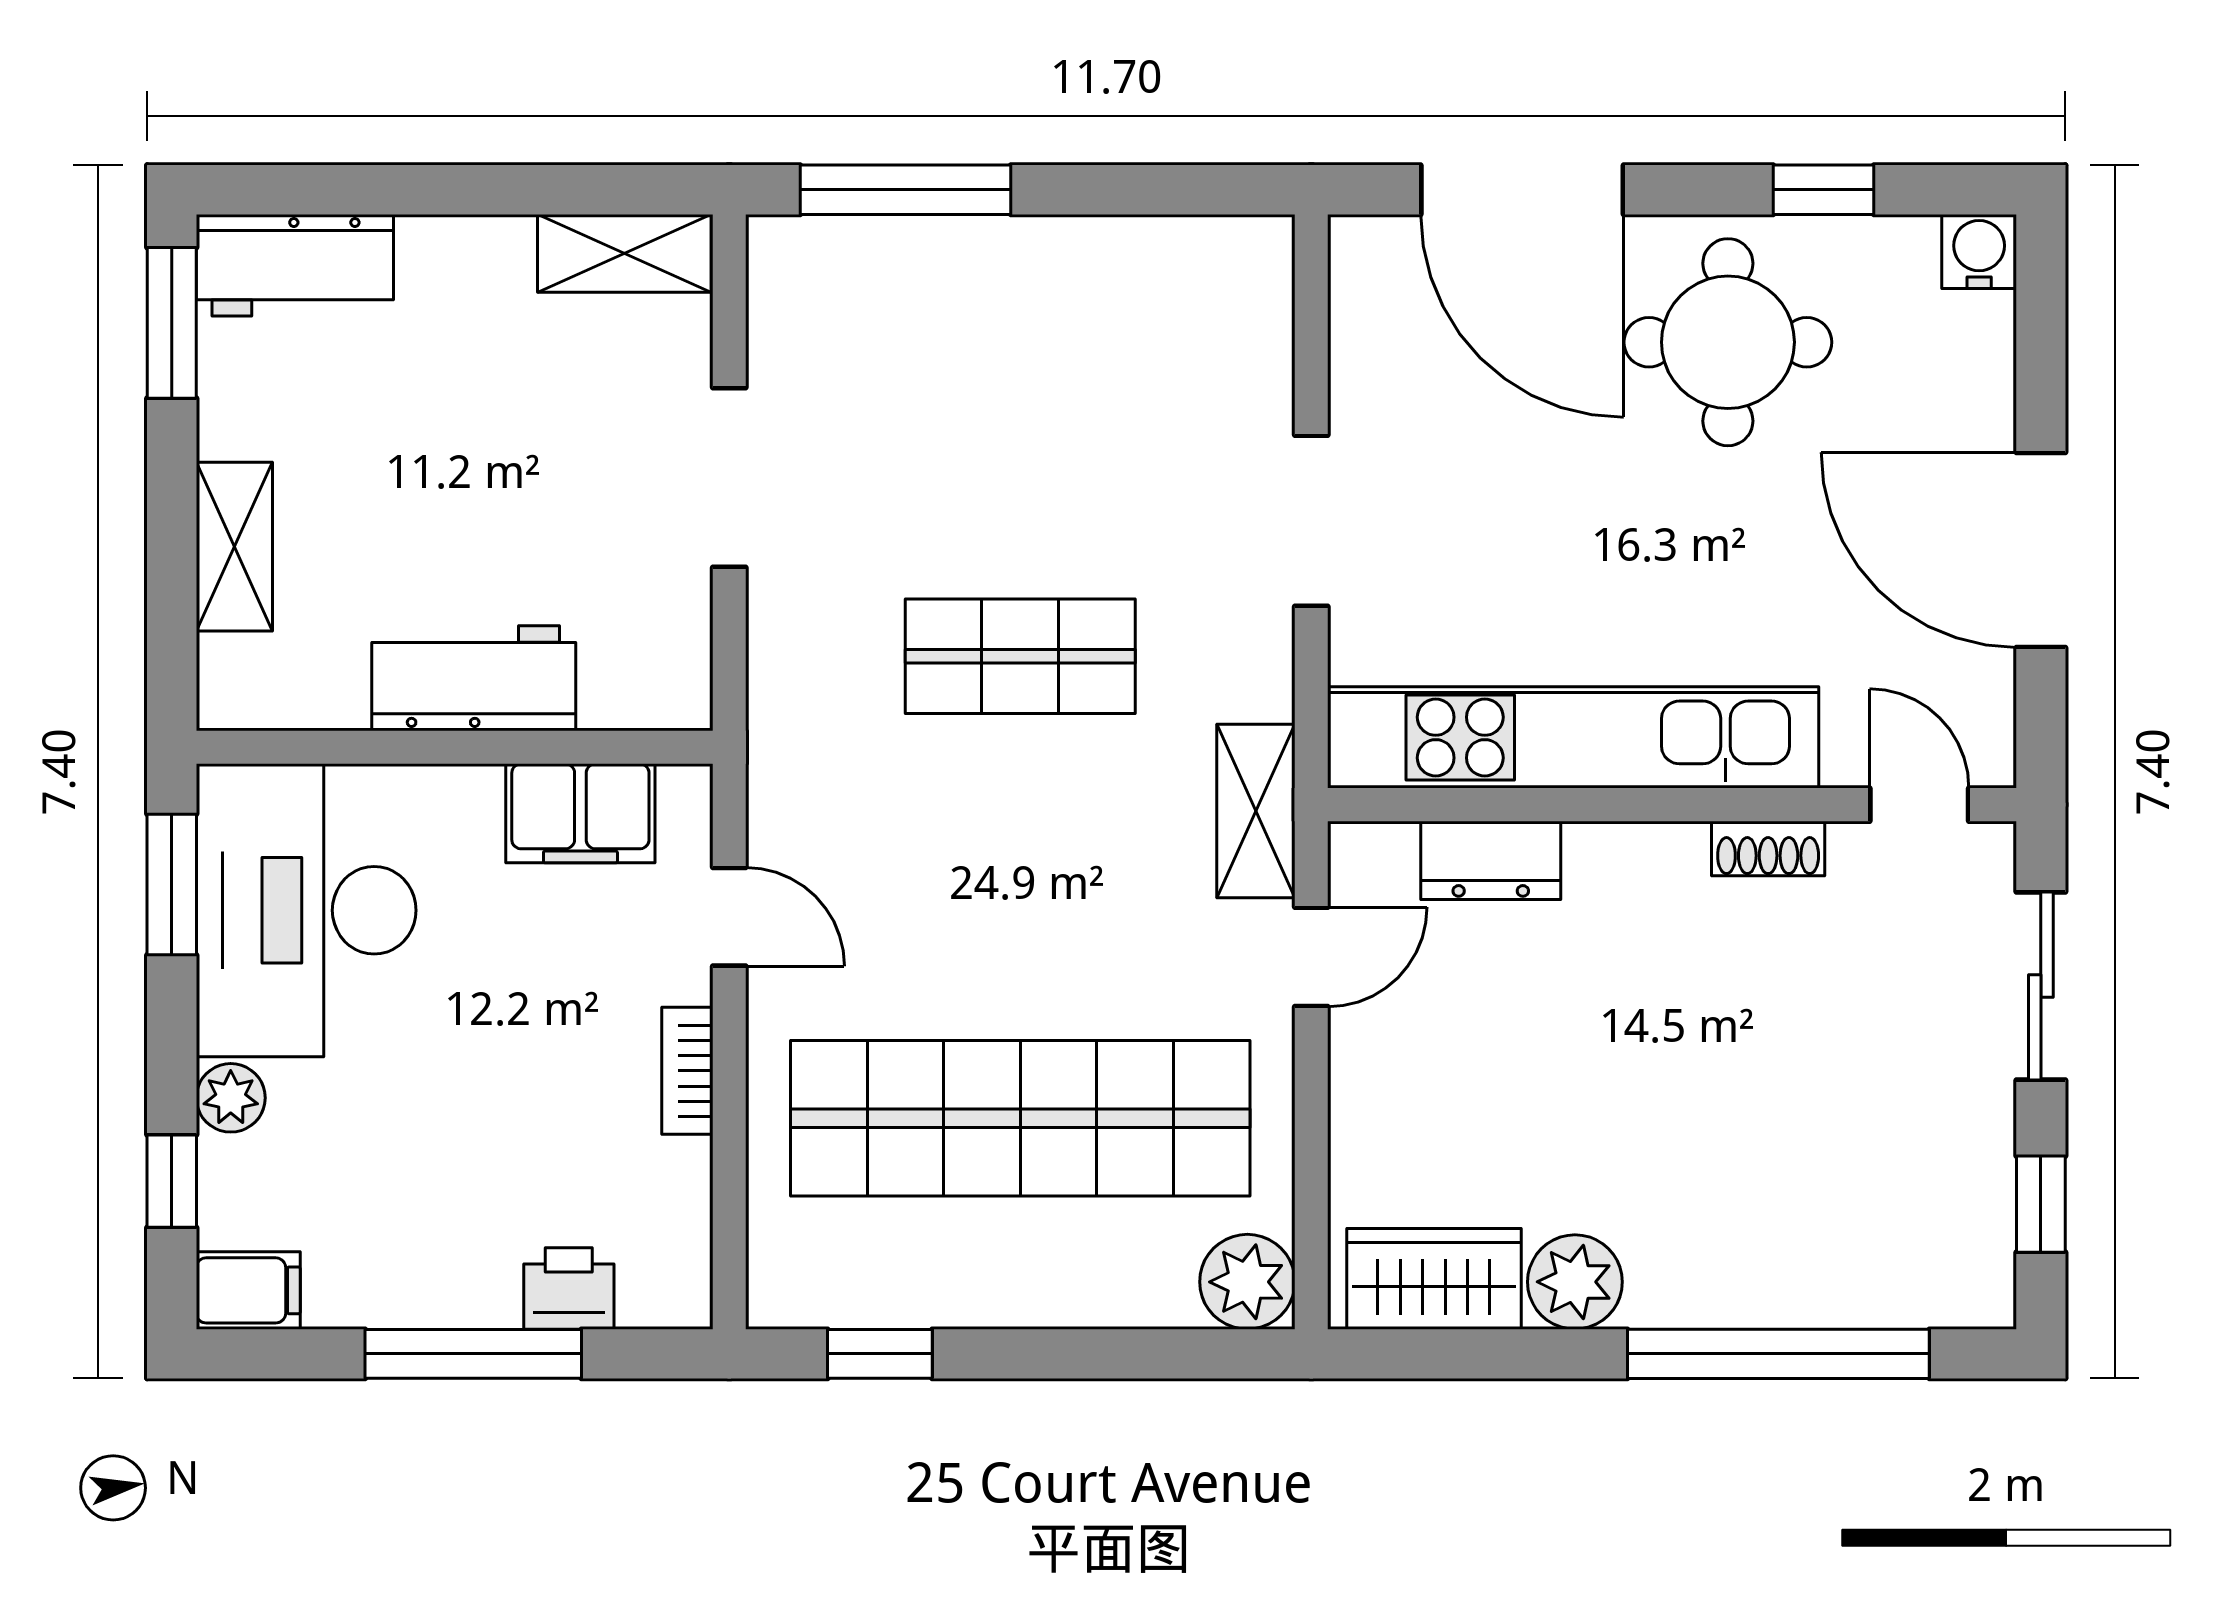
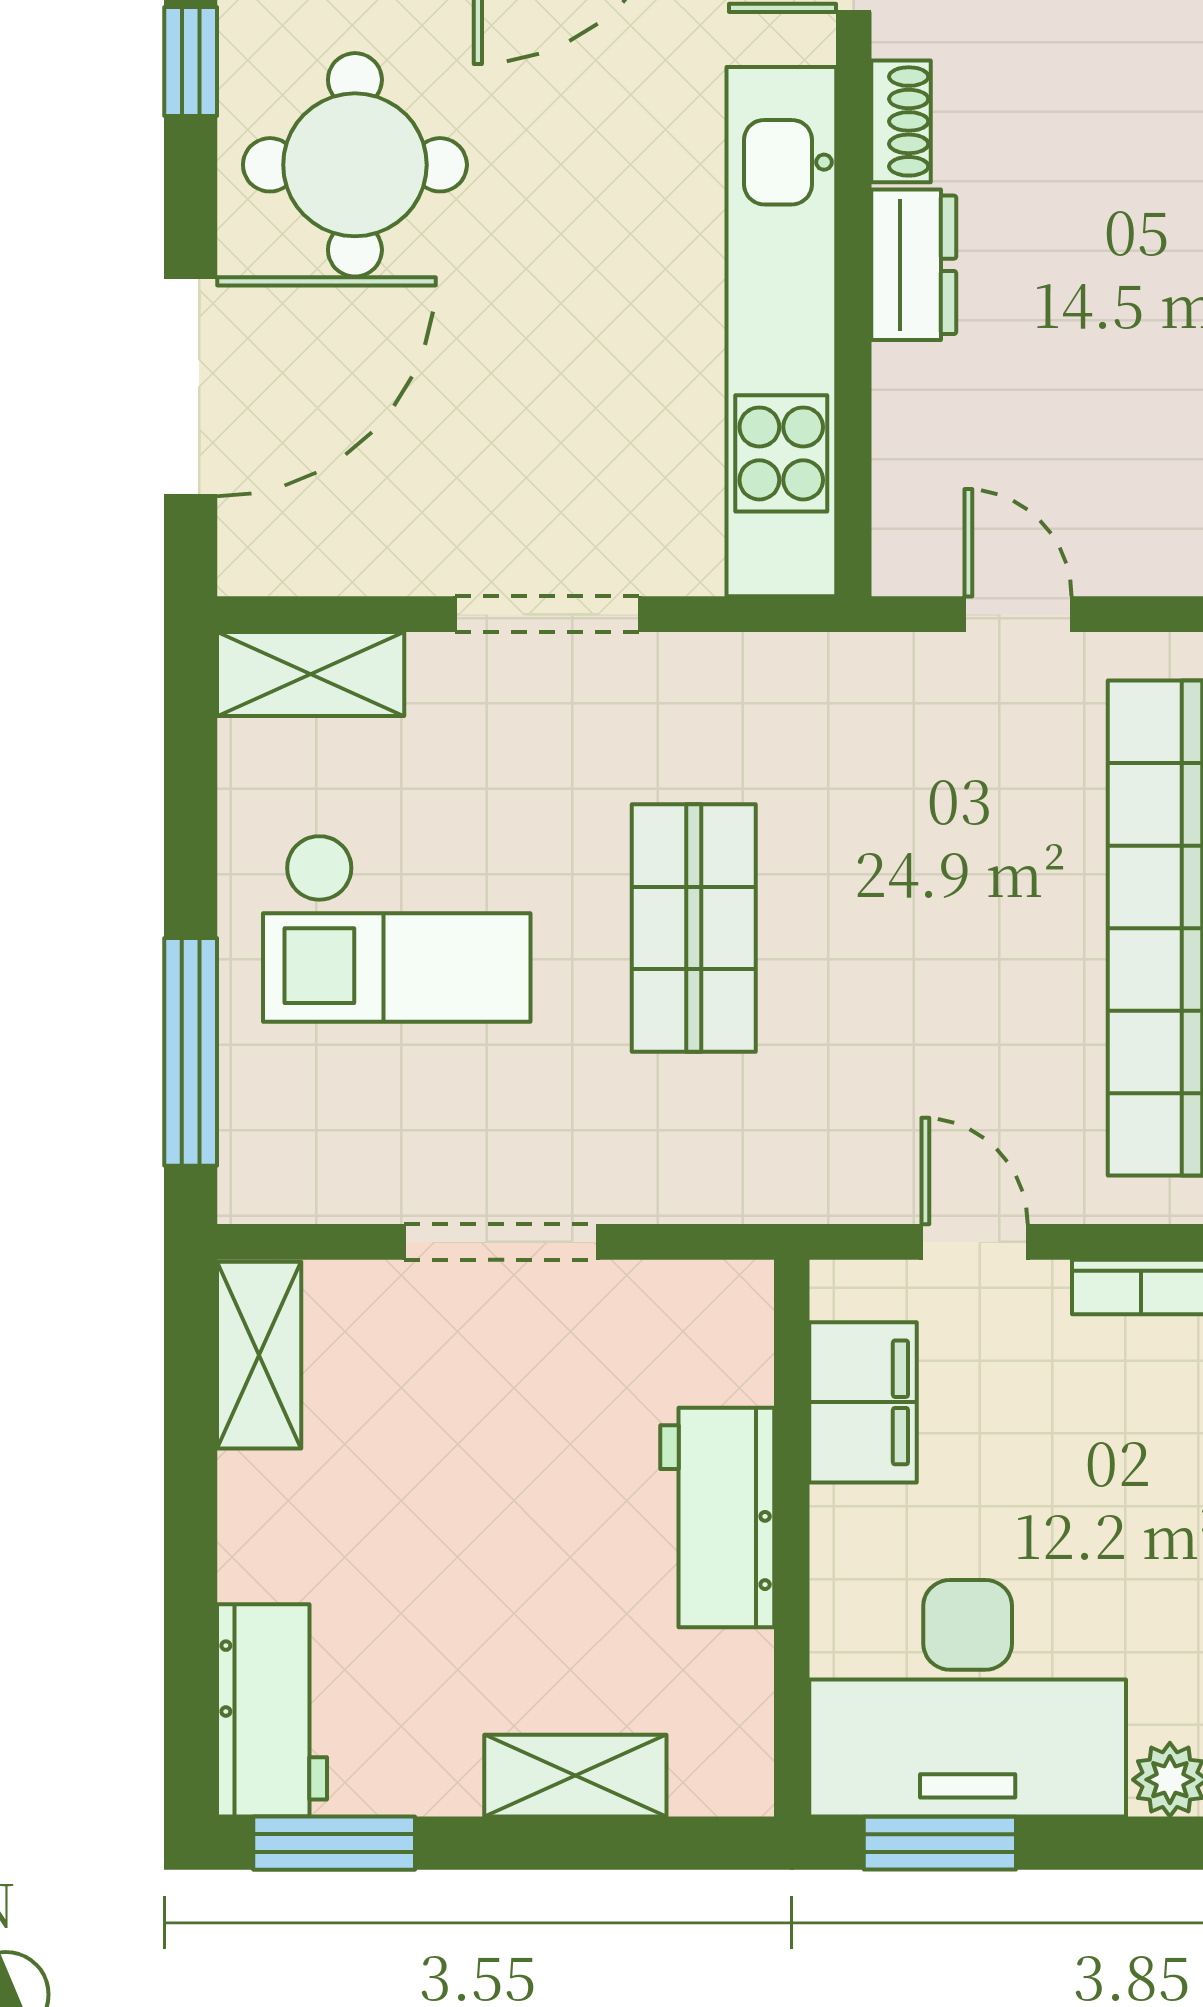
checkout: (1020, 381) -> (397, 928), added
shelving: (1256, 811) -> (311, 674), moved
dresser: (1491, 860) -> (914, 265), moved
door: (729, 917) -> (975, 1242), hinge flipped

